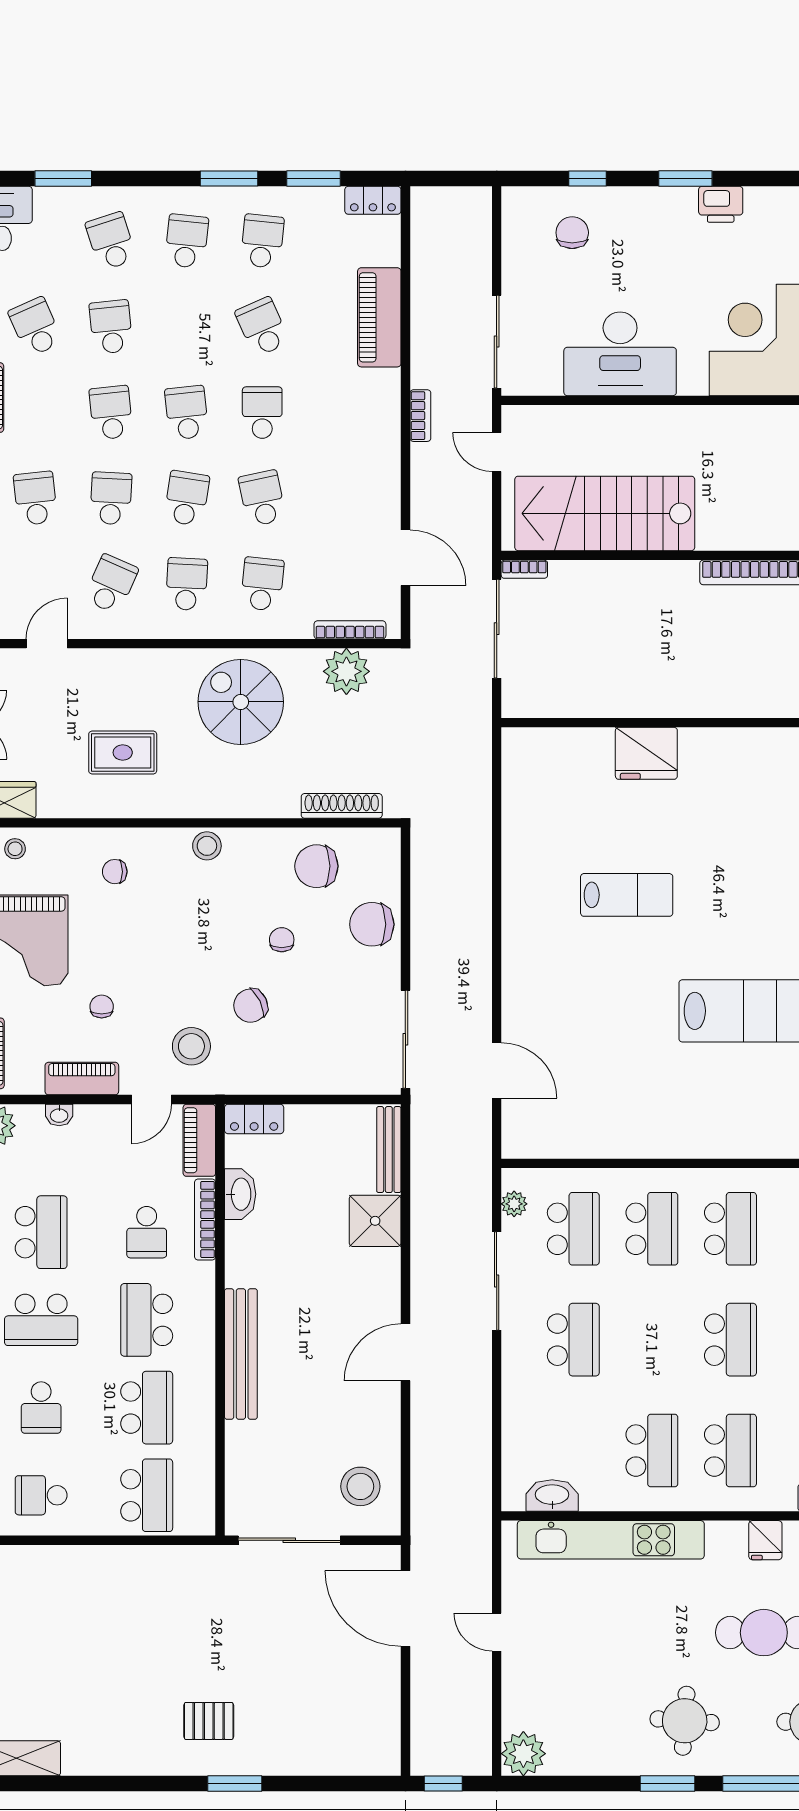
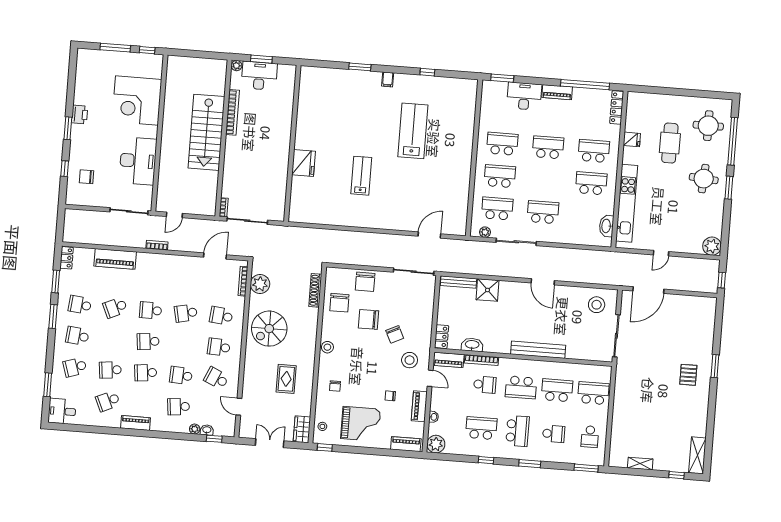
school desk: (187, 498) -> (183, 344), removed
stairs: (605, 513) -> (206, 132), moved
chair: (282, 940) -> (369, 319), width x1.87, depth x1.87

